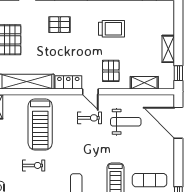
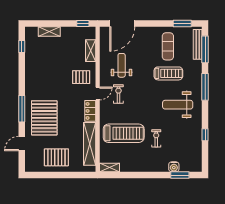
pallet: (60, 25) -> (44, 118), width x2.05, depth x2.00
trolley: (112, 29) -> (48, 77), removed
shelving: (168, 49) -> (49, 31), moved

